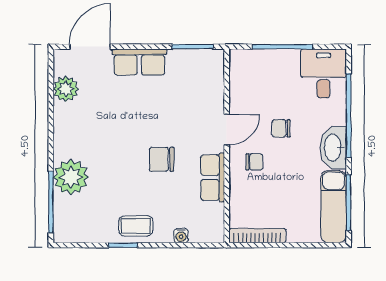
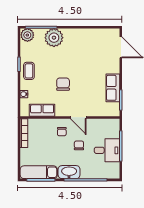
row of seats: (139, 62) -> (113, 88), moved
desk: (323, 74) -> (107, 150), moved
plant: (66, 89) -> (27, 35), moved
row of seats: (213, 178) -> (42, 110), moved

